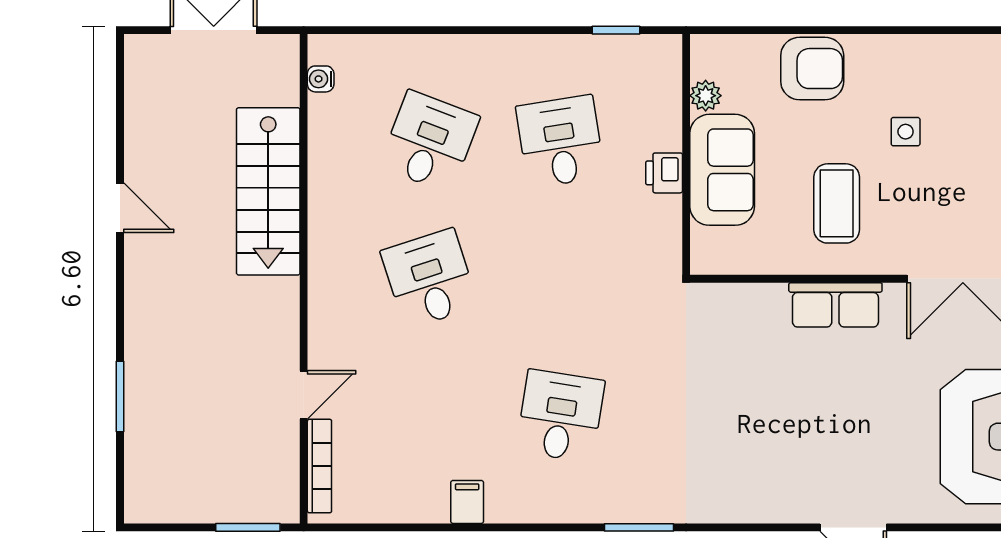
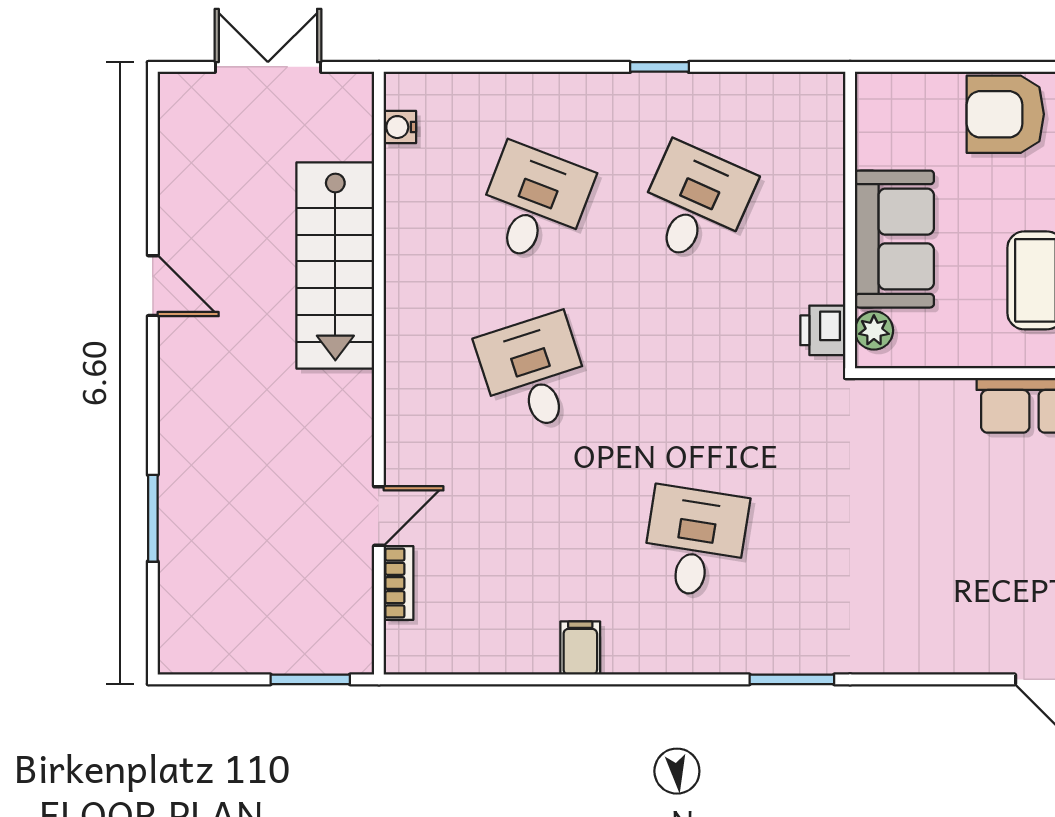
window: (616, 30) -> (659, 67), moved
armchair: (812, 69) -> (1005, 114), turned 180
plant: (706, 96) -> (874, 330), moved
desk: (560, 142) -> (695, 204), turned 33
printer: (664, 173) -> (823, 330), moved
bookcase: (319, 466) -> (398, 583), width x0.64

